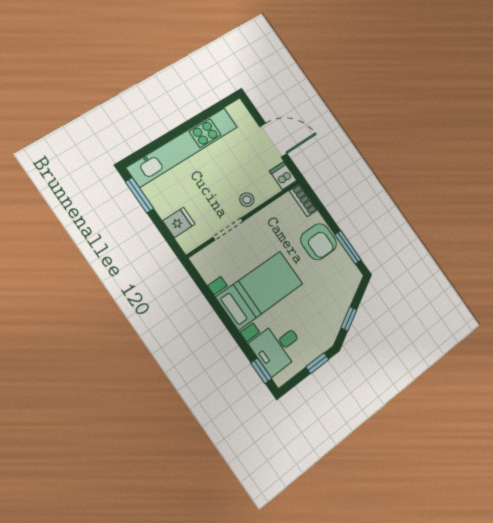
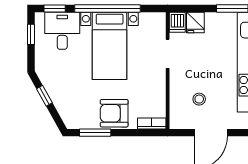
dishwasher: (283, 176) -> (177, 22), moved, turned 90
stool: (247, 200) -> (199, 99), moved
window: (225, 318) -> (107, 8), added
window: (317, 363) -> (31, 34), moved

